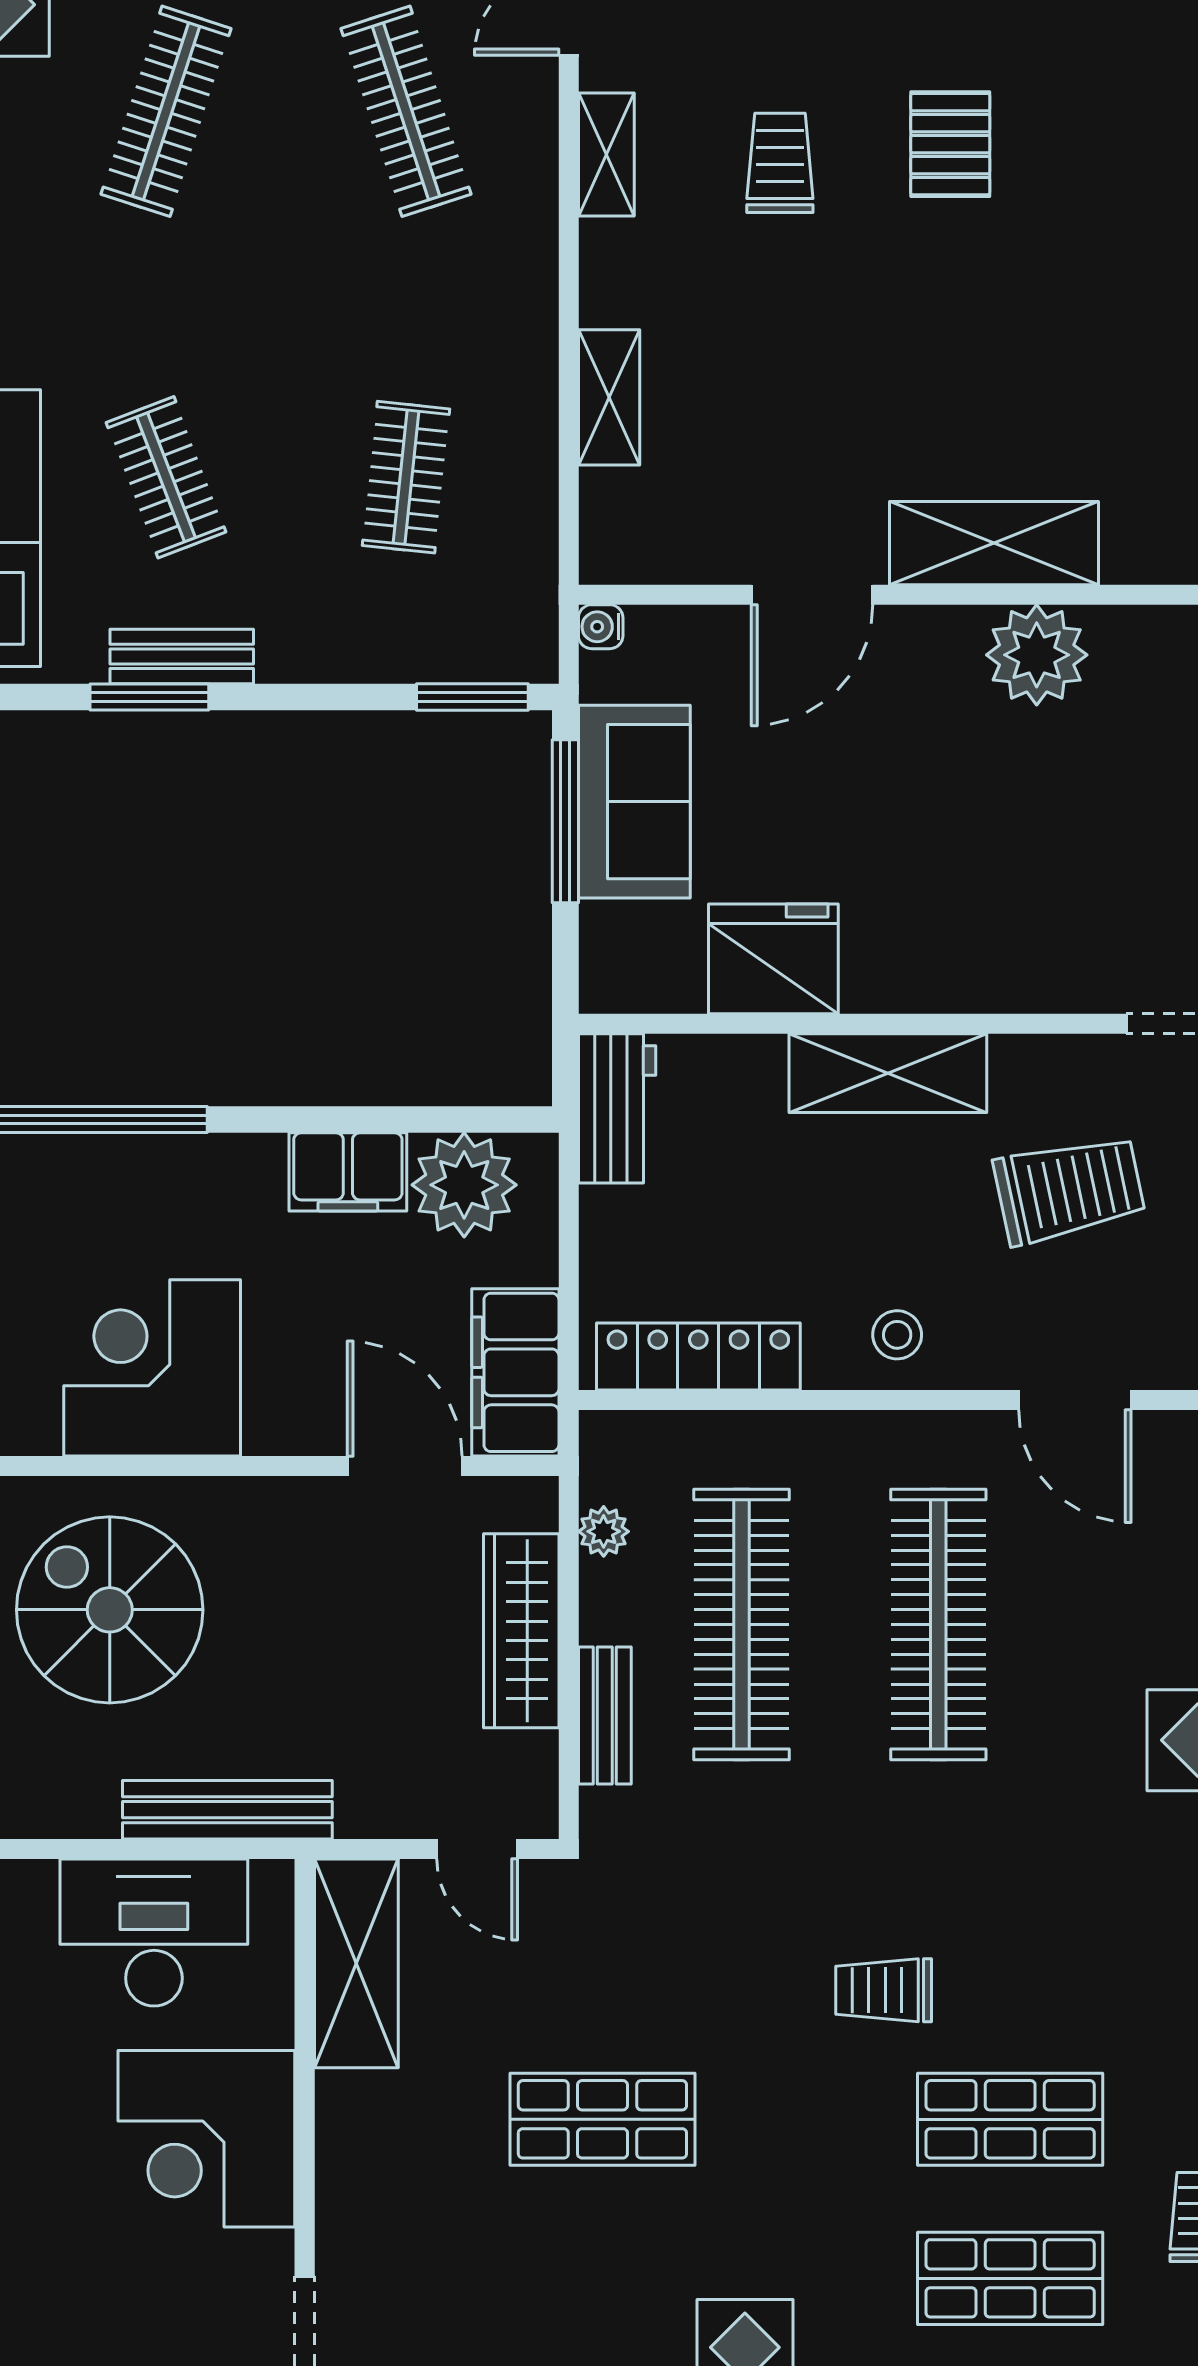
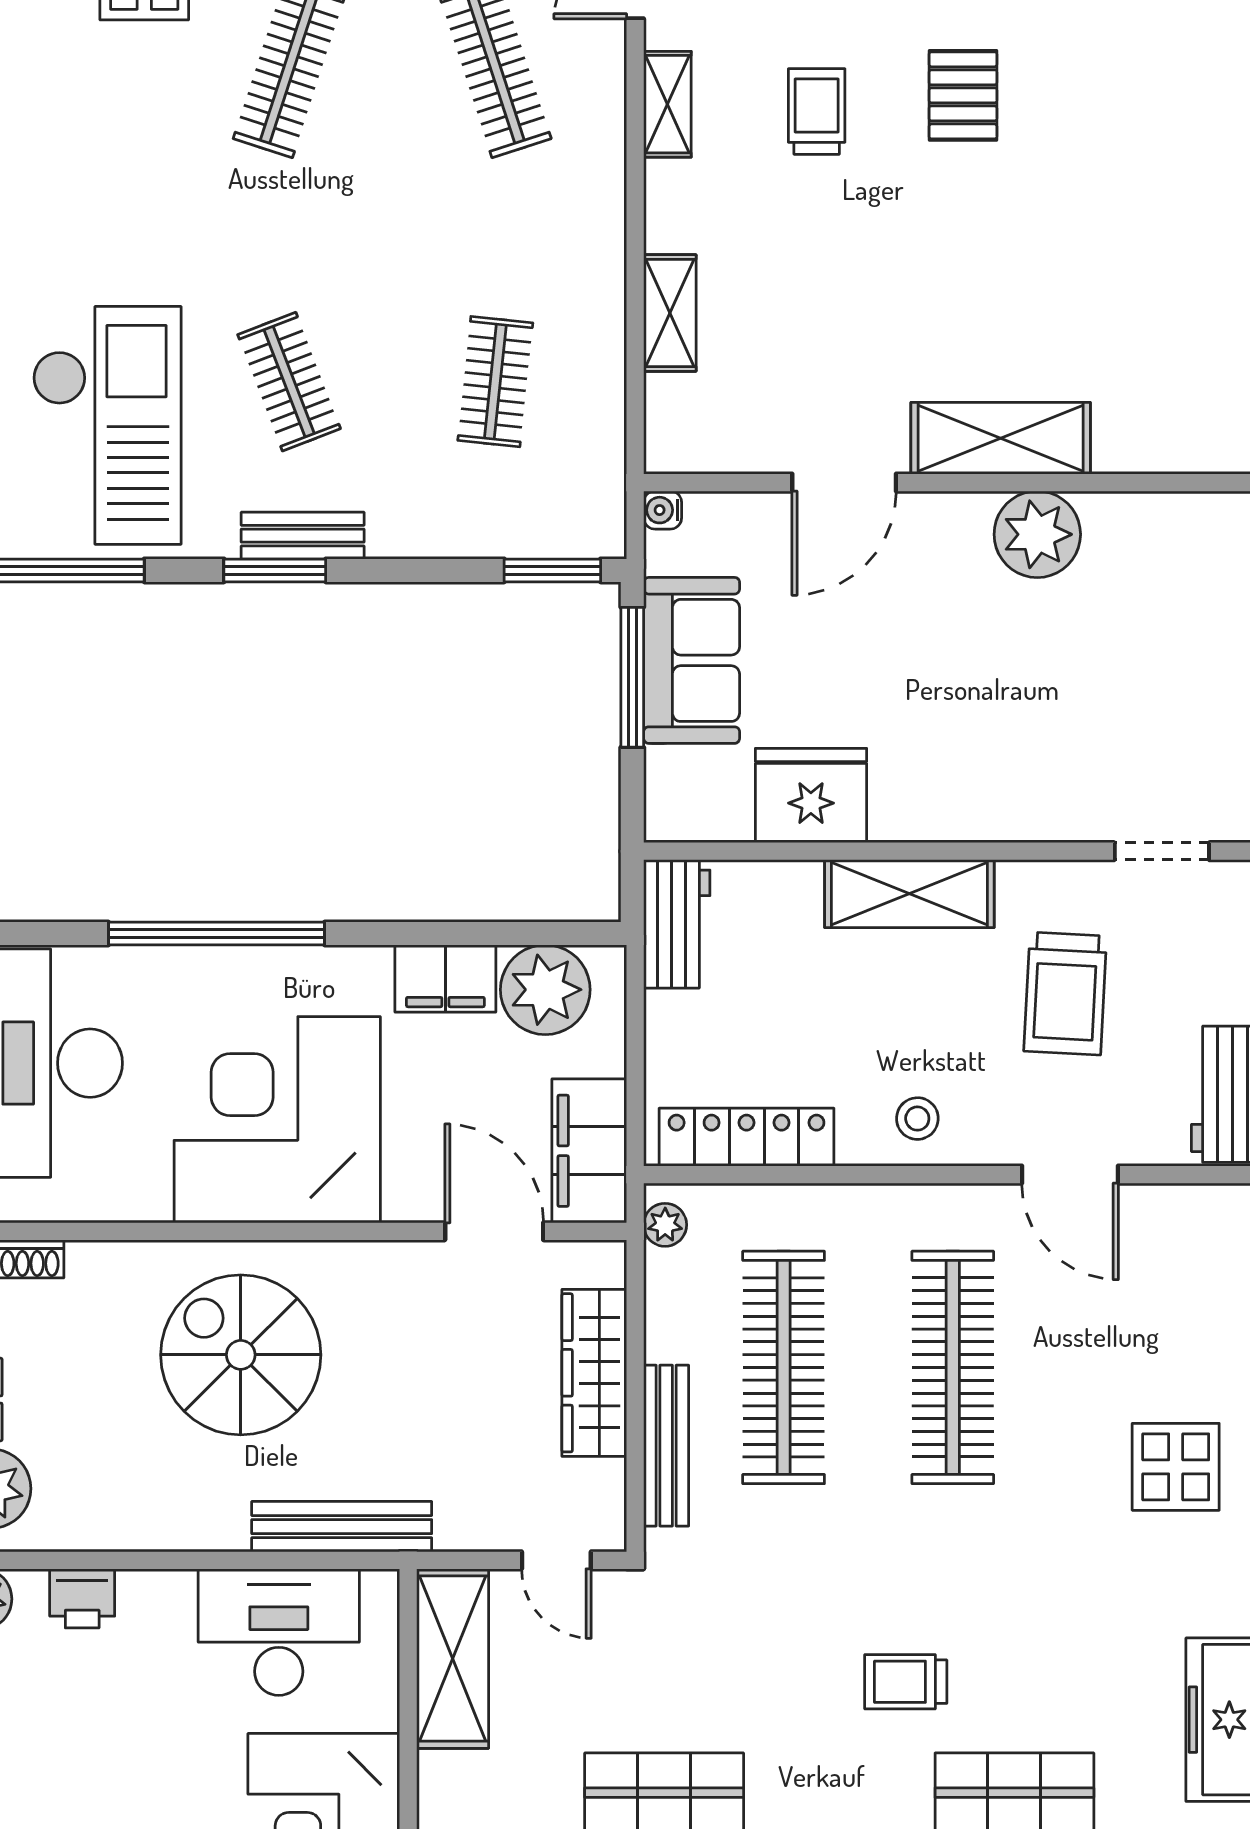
trolley: (1069, 1189) -> (1065, 994), turned 105
corner desk: (152, 1368) -> (277, 1120), width x1.36, depth x1.36
plant: (604, 1531) -> (665, 1225), moved
bench: (605, 1715) -> (666, 1446), width x1.36

